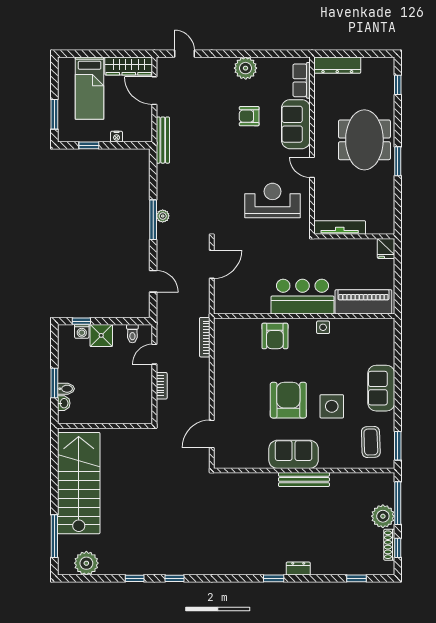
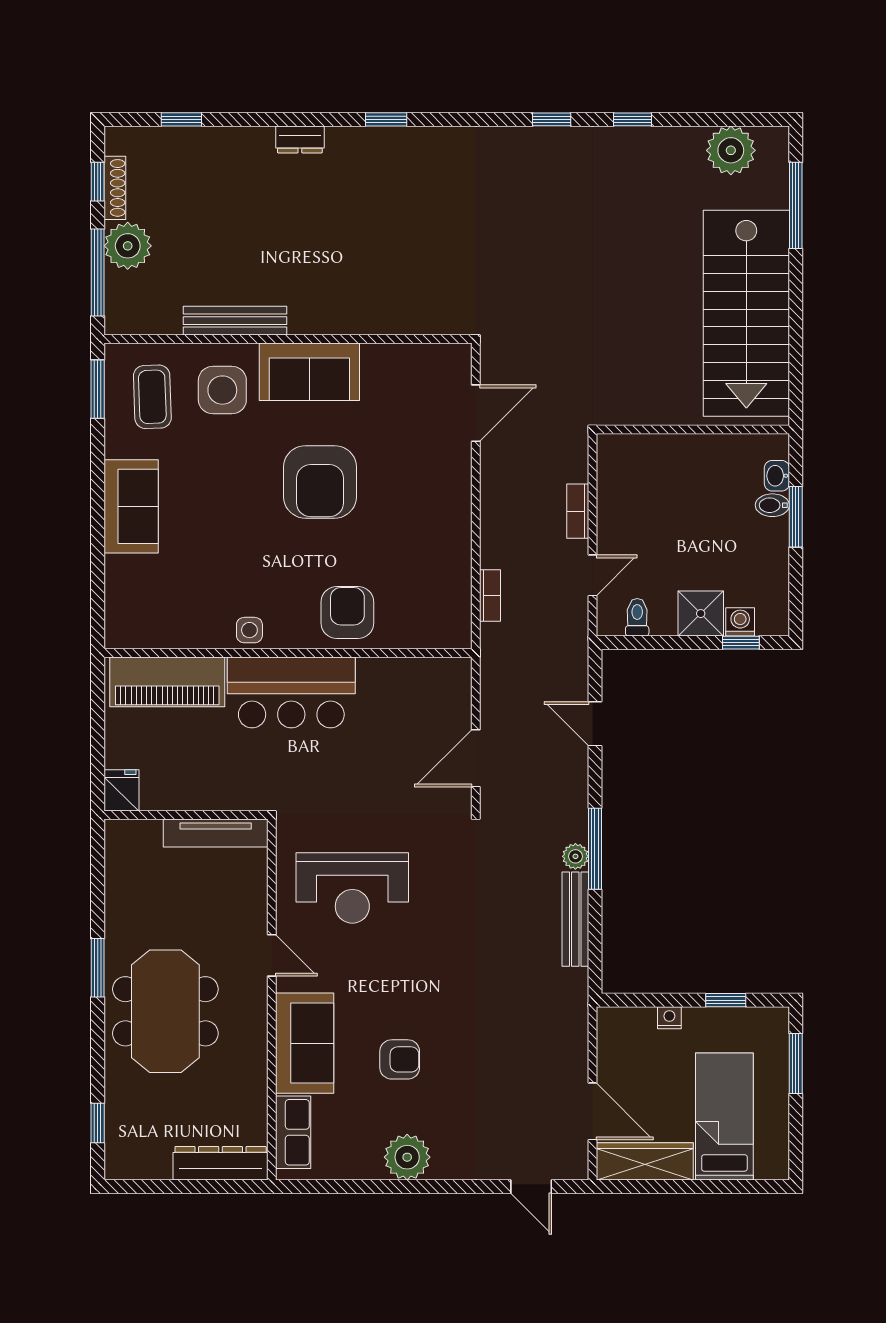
bench: (163, 140) -> (575, 919), moved
bookcase: (205, 337) -> (490, 595), width x0.64
side table: (332, 406) -> (222, 390), moved
bench: (304, 479) -> (235, 321), moved
window: (274, 578) -> (386, 119), moved

